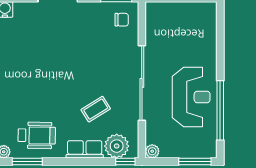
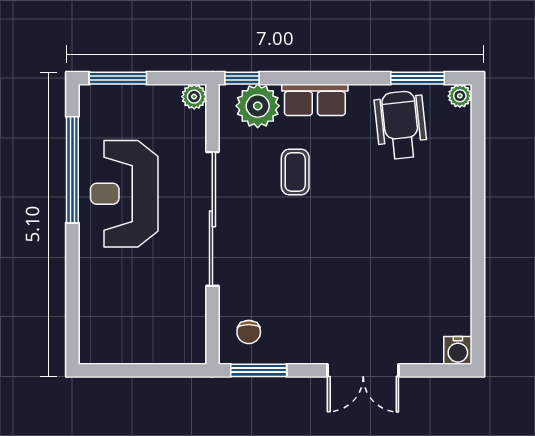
chair: (122, 20) -> (249, 332), turned -90
coffee table: (96, 109) -> (295, 172), turned -58
wheelchair: (37, 135) -> (401, 125), turned 83

